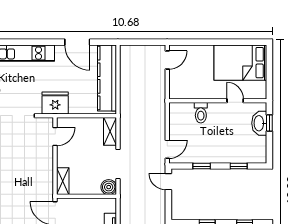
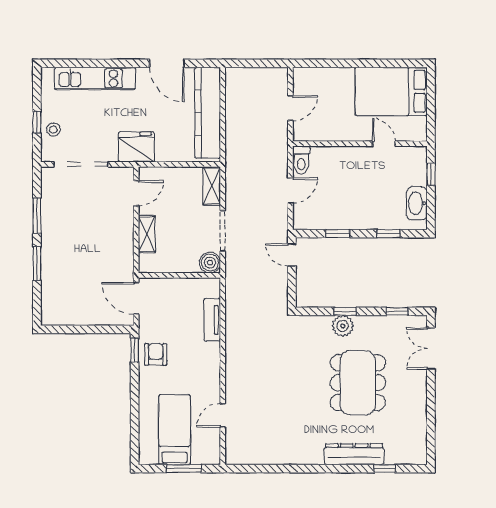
door: (167, 60) -> (290, 108), moved
toilet: (201, 113) -> (301, 160), moved
washbasin: (259, 123) -> (417, 203), moved
door: (167, 149) -> (290, 191), moved
shelving: (63, 181) -> (147, 234), moved

